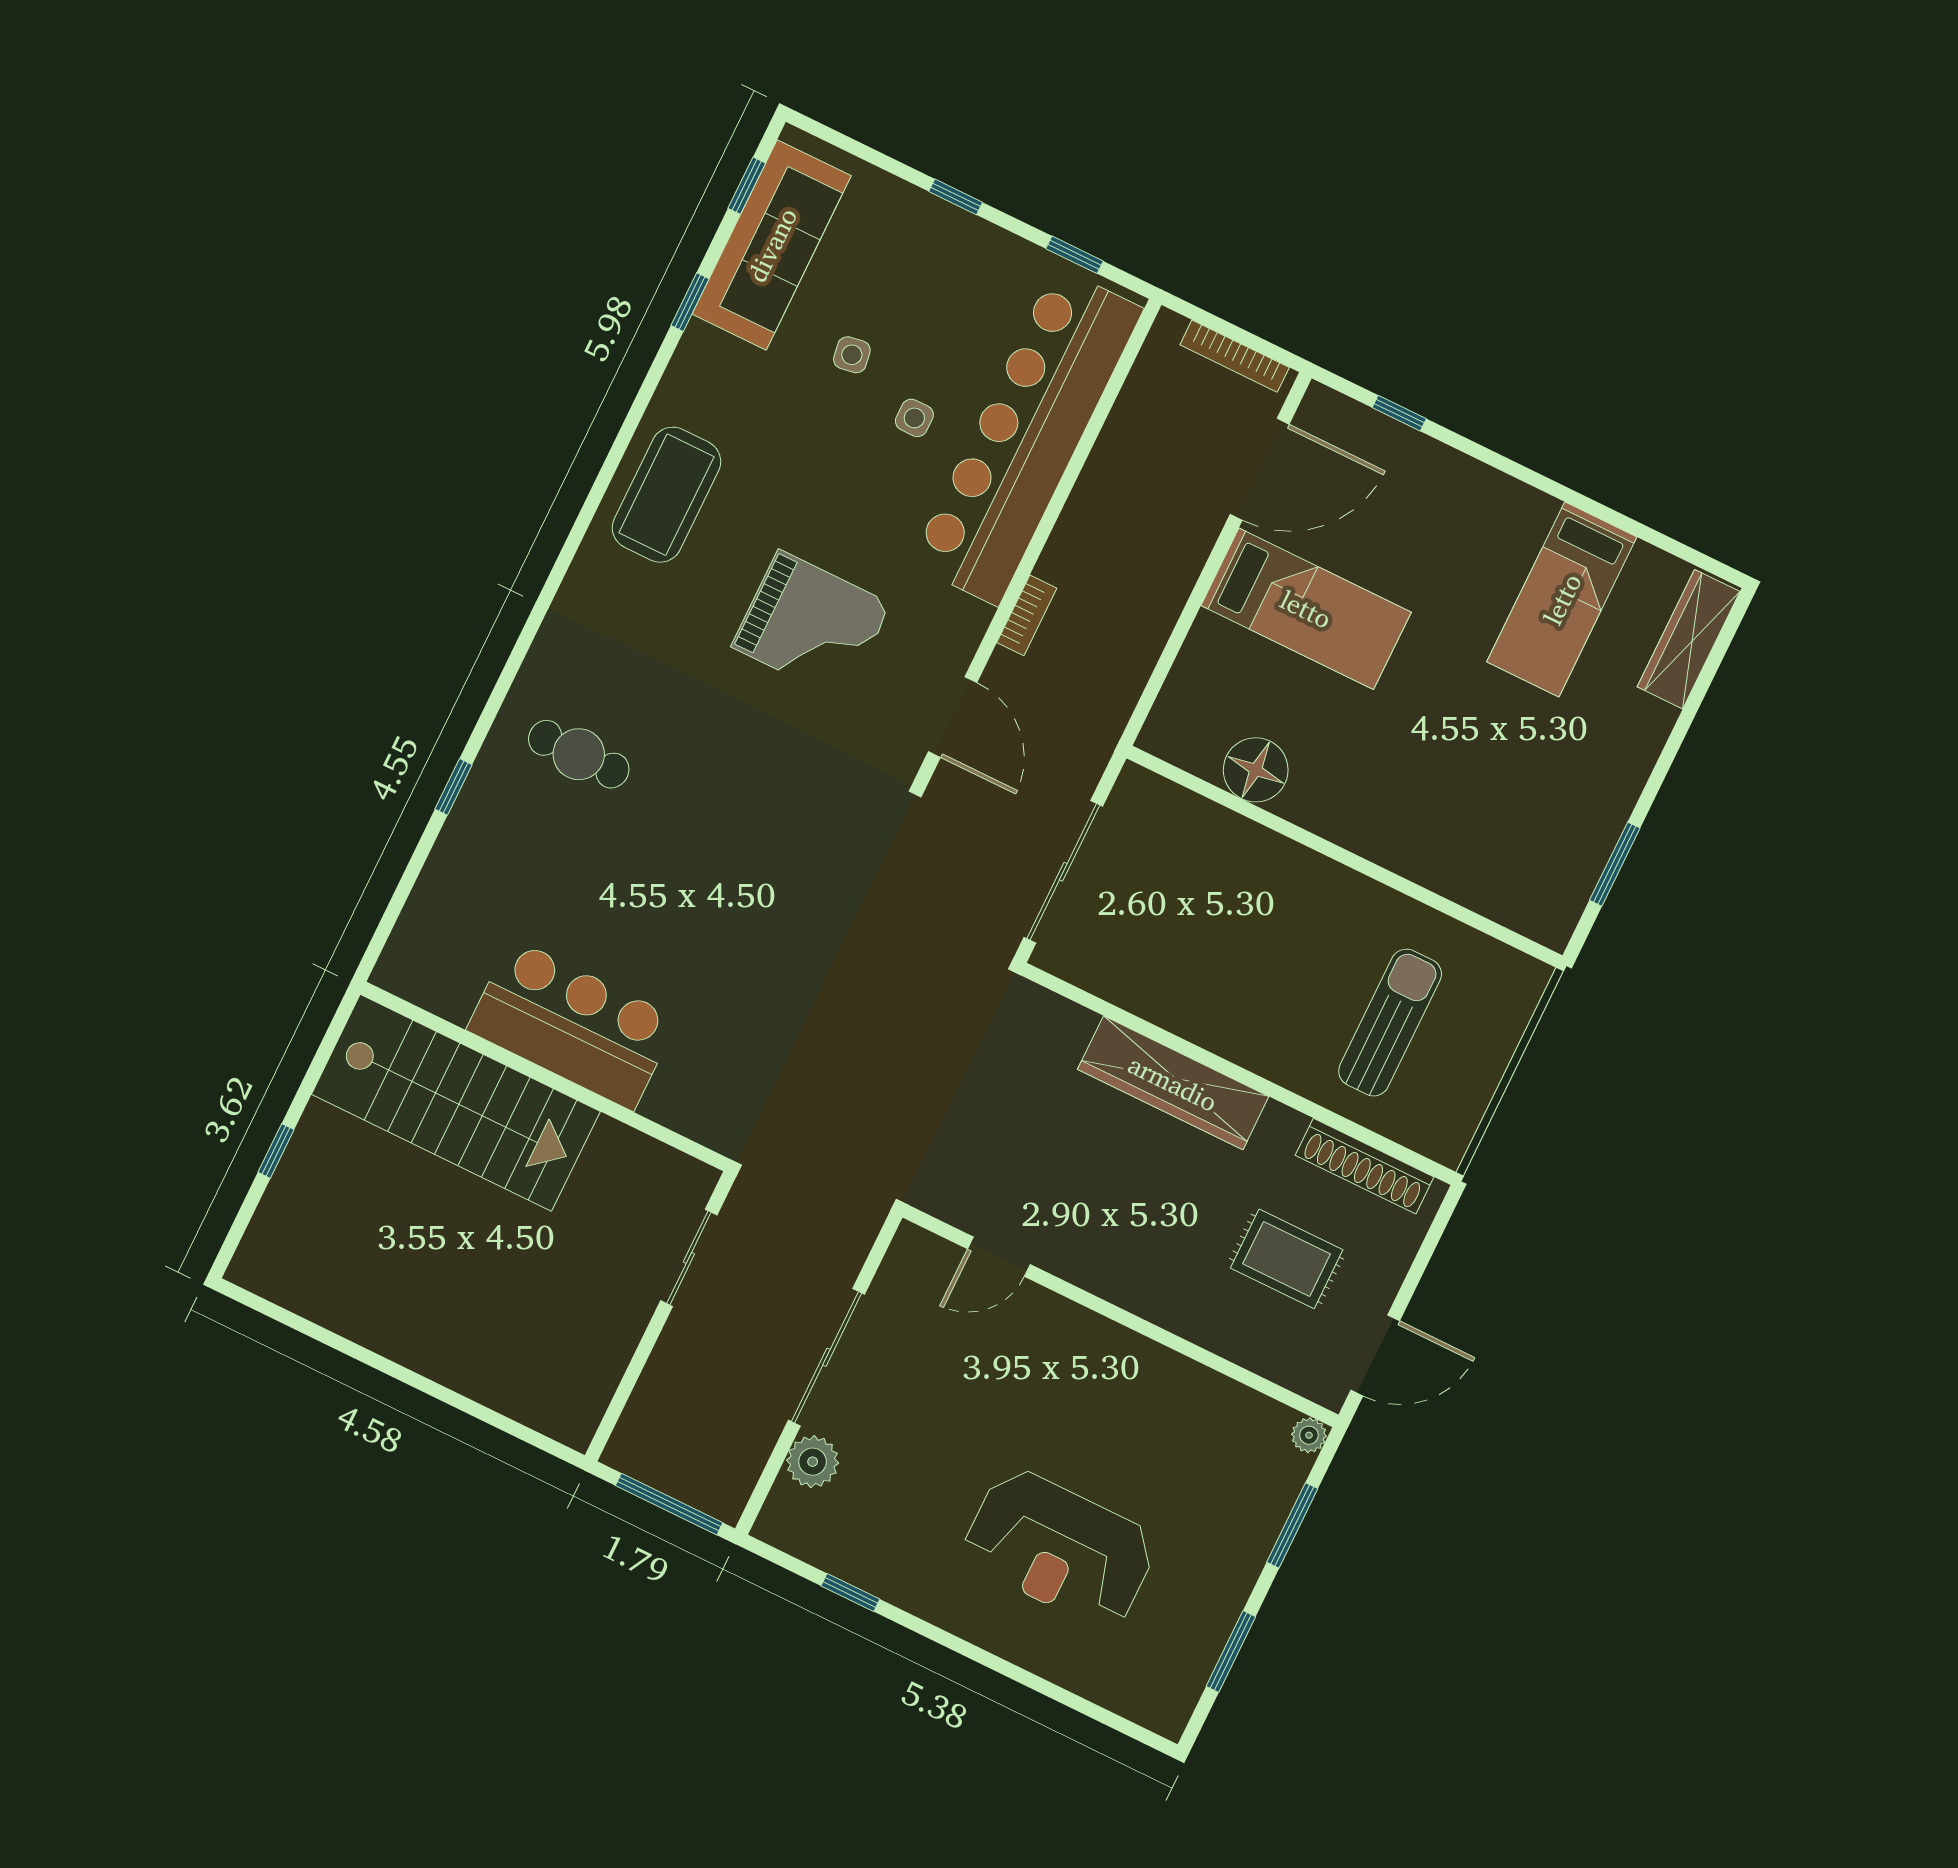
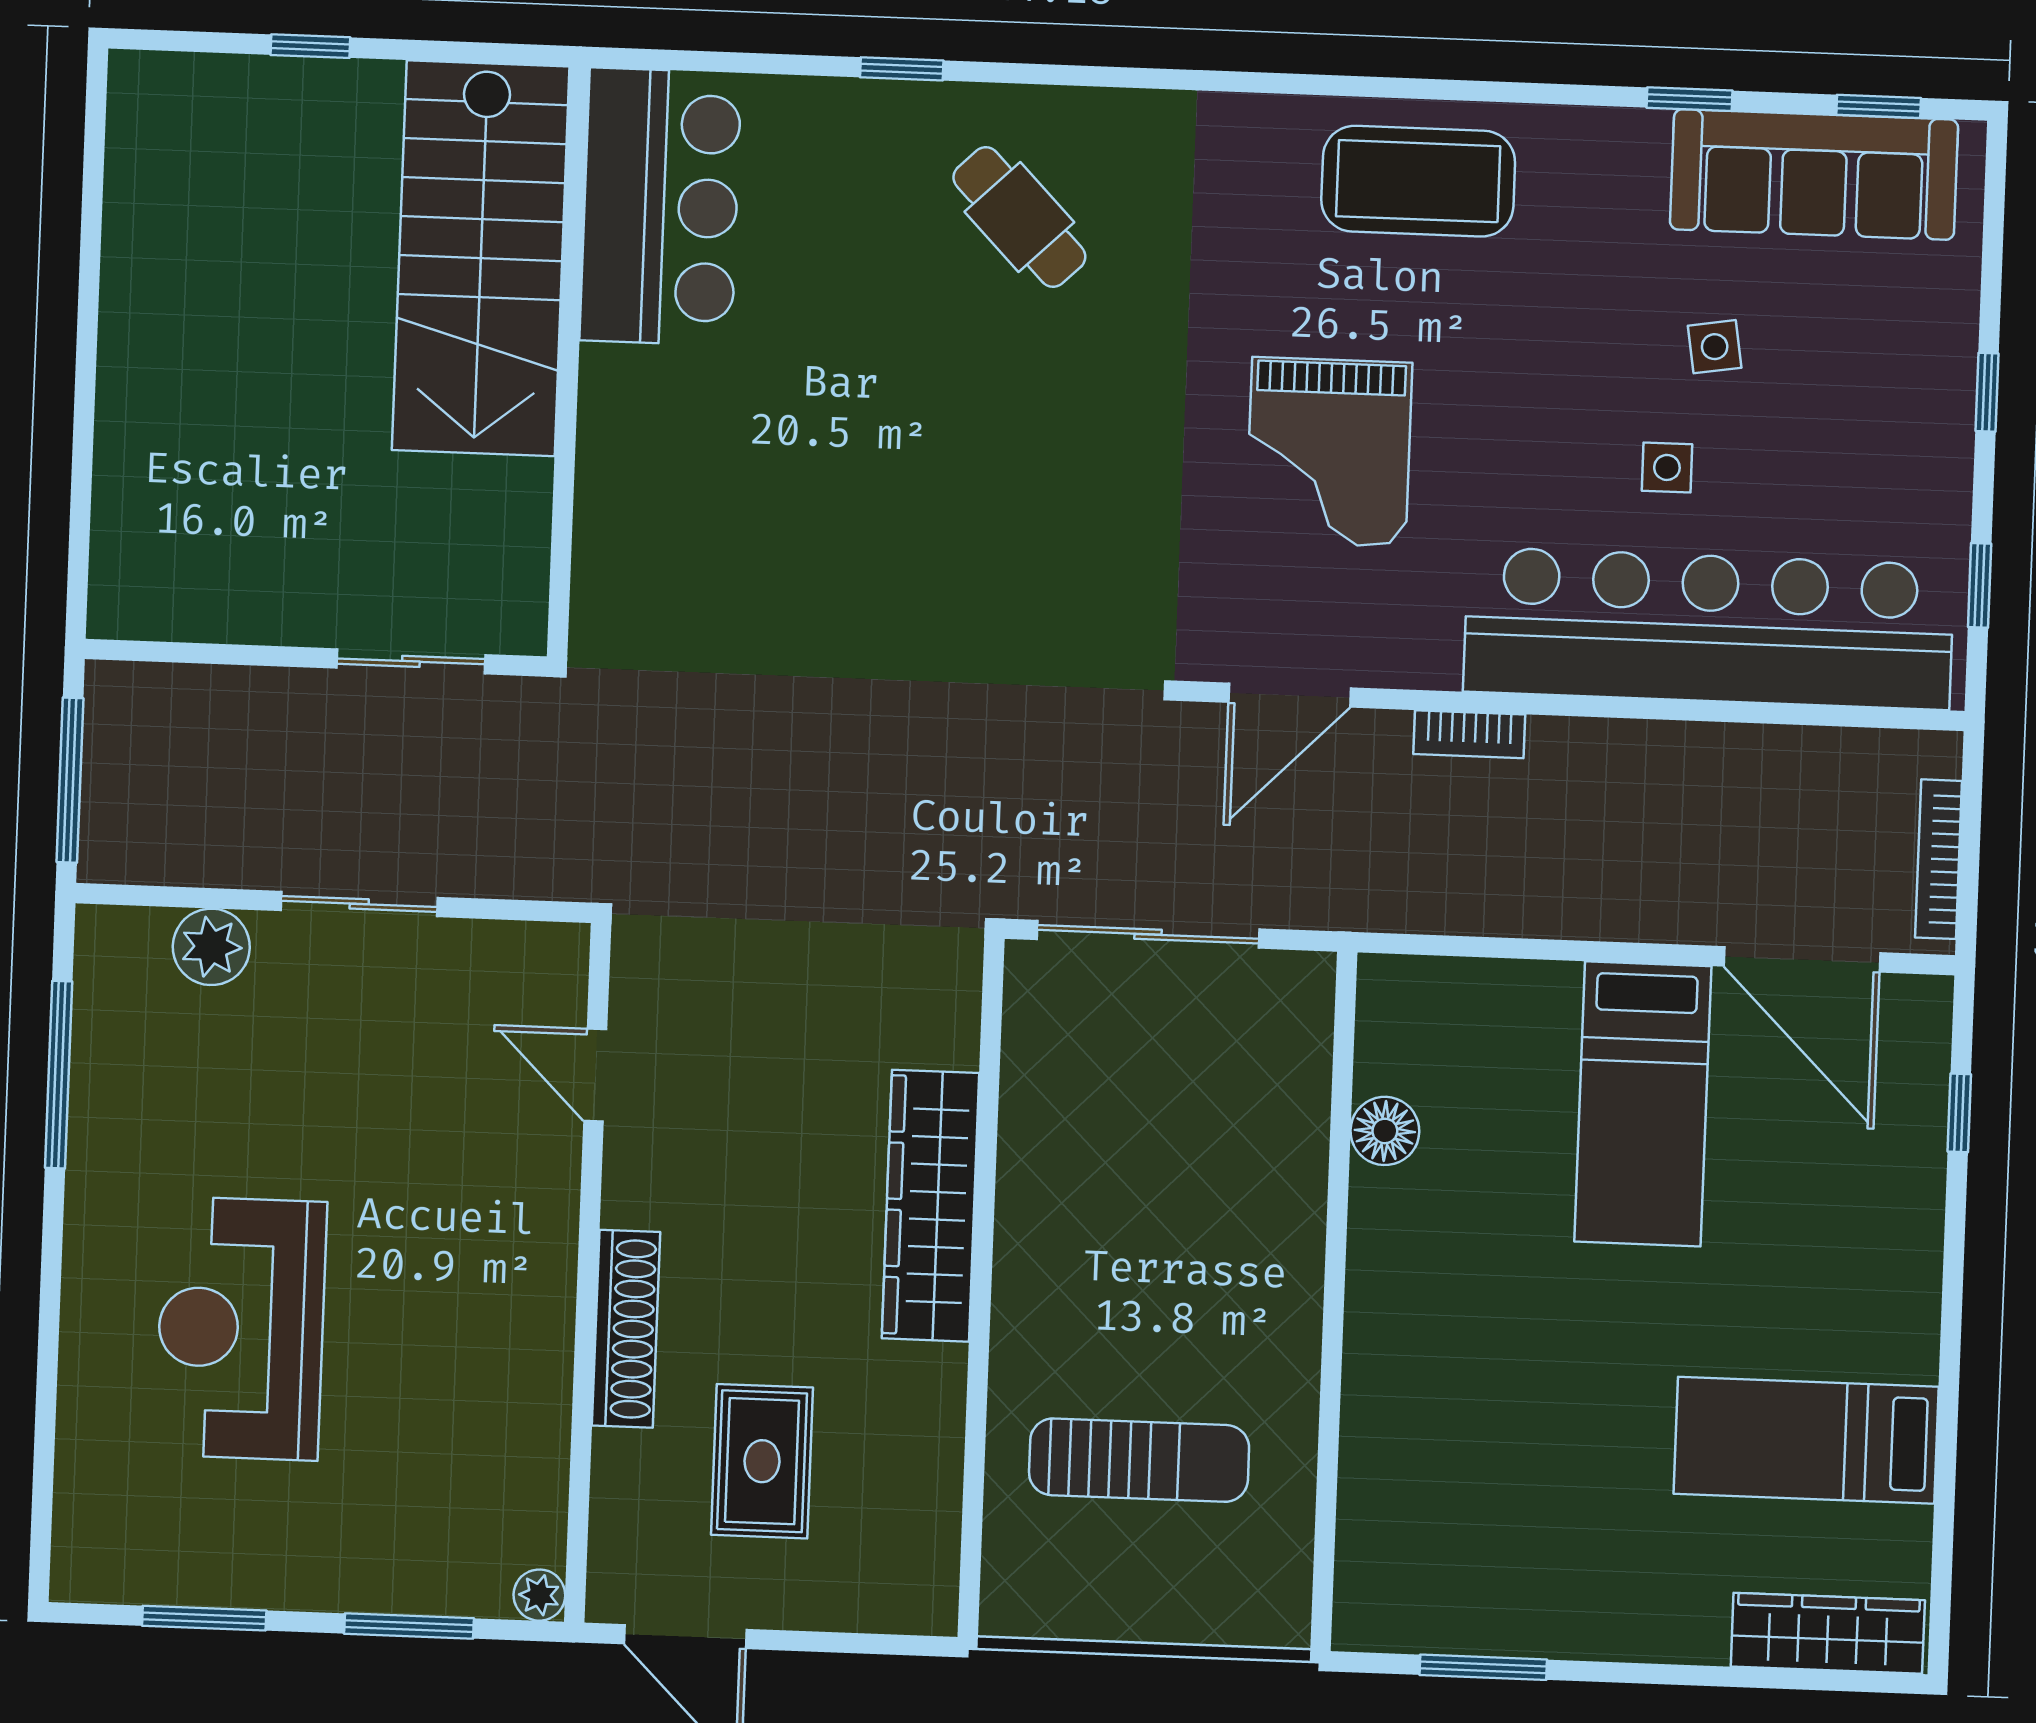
cafe table: (579, 754) -> (1019, 217), turned -44
floor lamp: (1256, 770) -> (1385, 1131), width x0.73, depth x0.73
bar counter: (572, 1024) -> (661, 207), moved
shoe rack: (1365, 1166) -> (626, 1329), moved, turned 180
sliding door: (827, 1357) -> (359, 904), width x0.73
window: (850, 1592) -> (59, 1075), width x2.17

